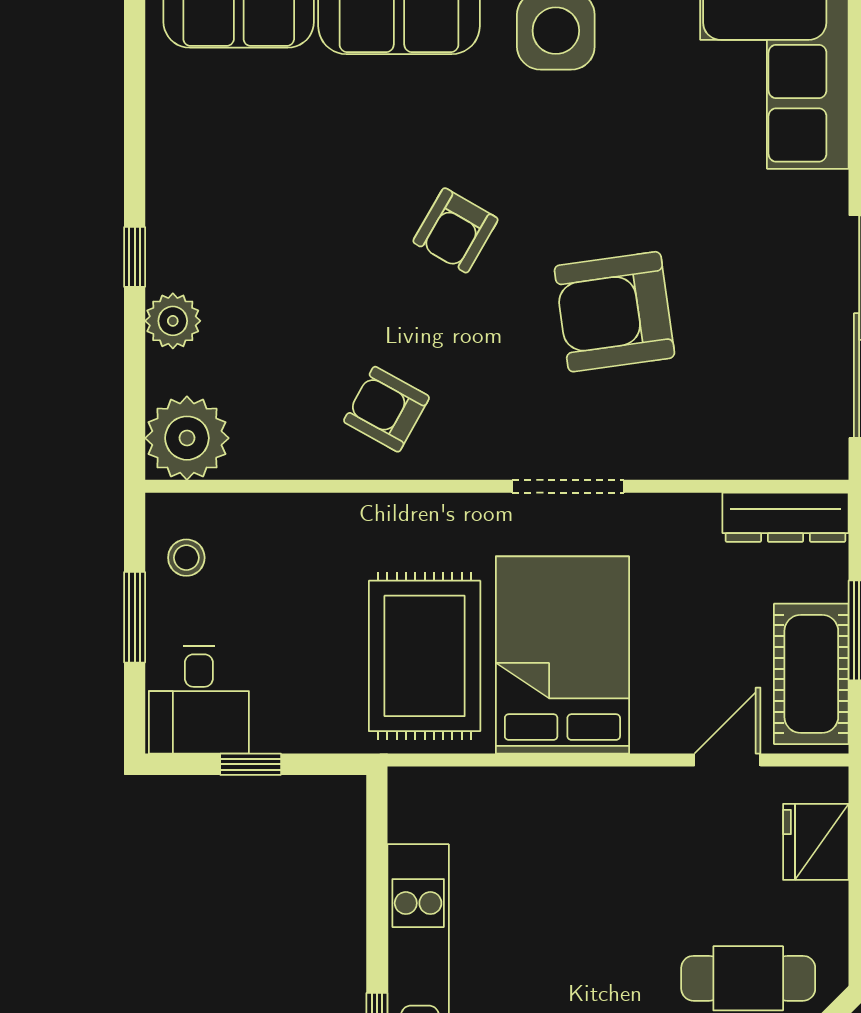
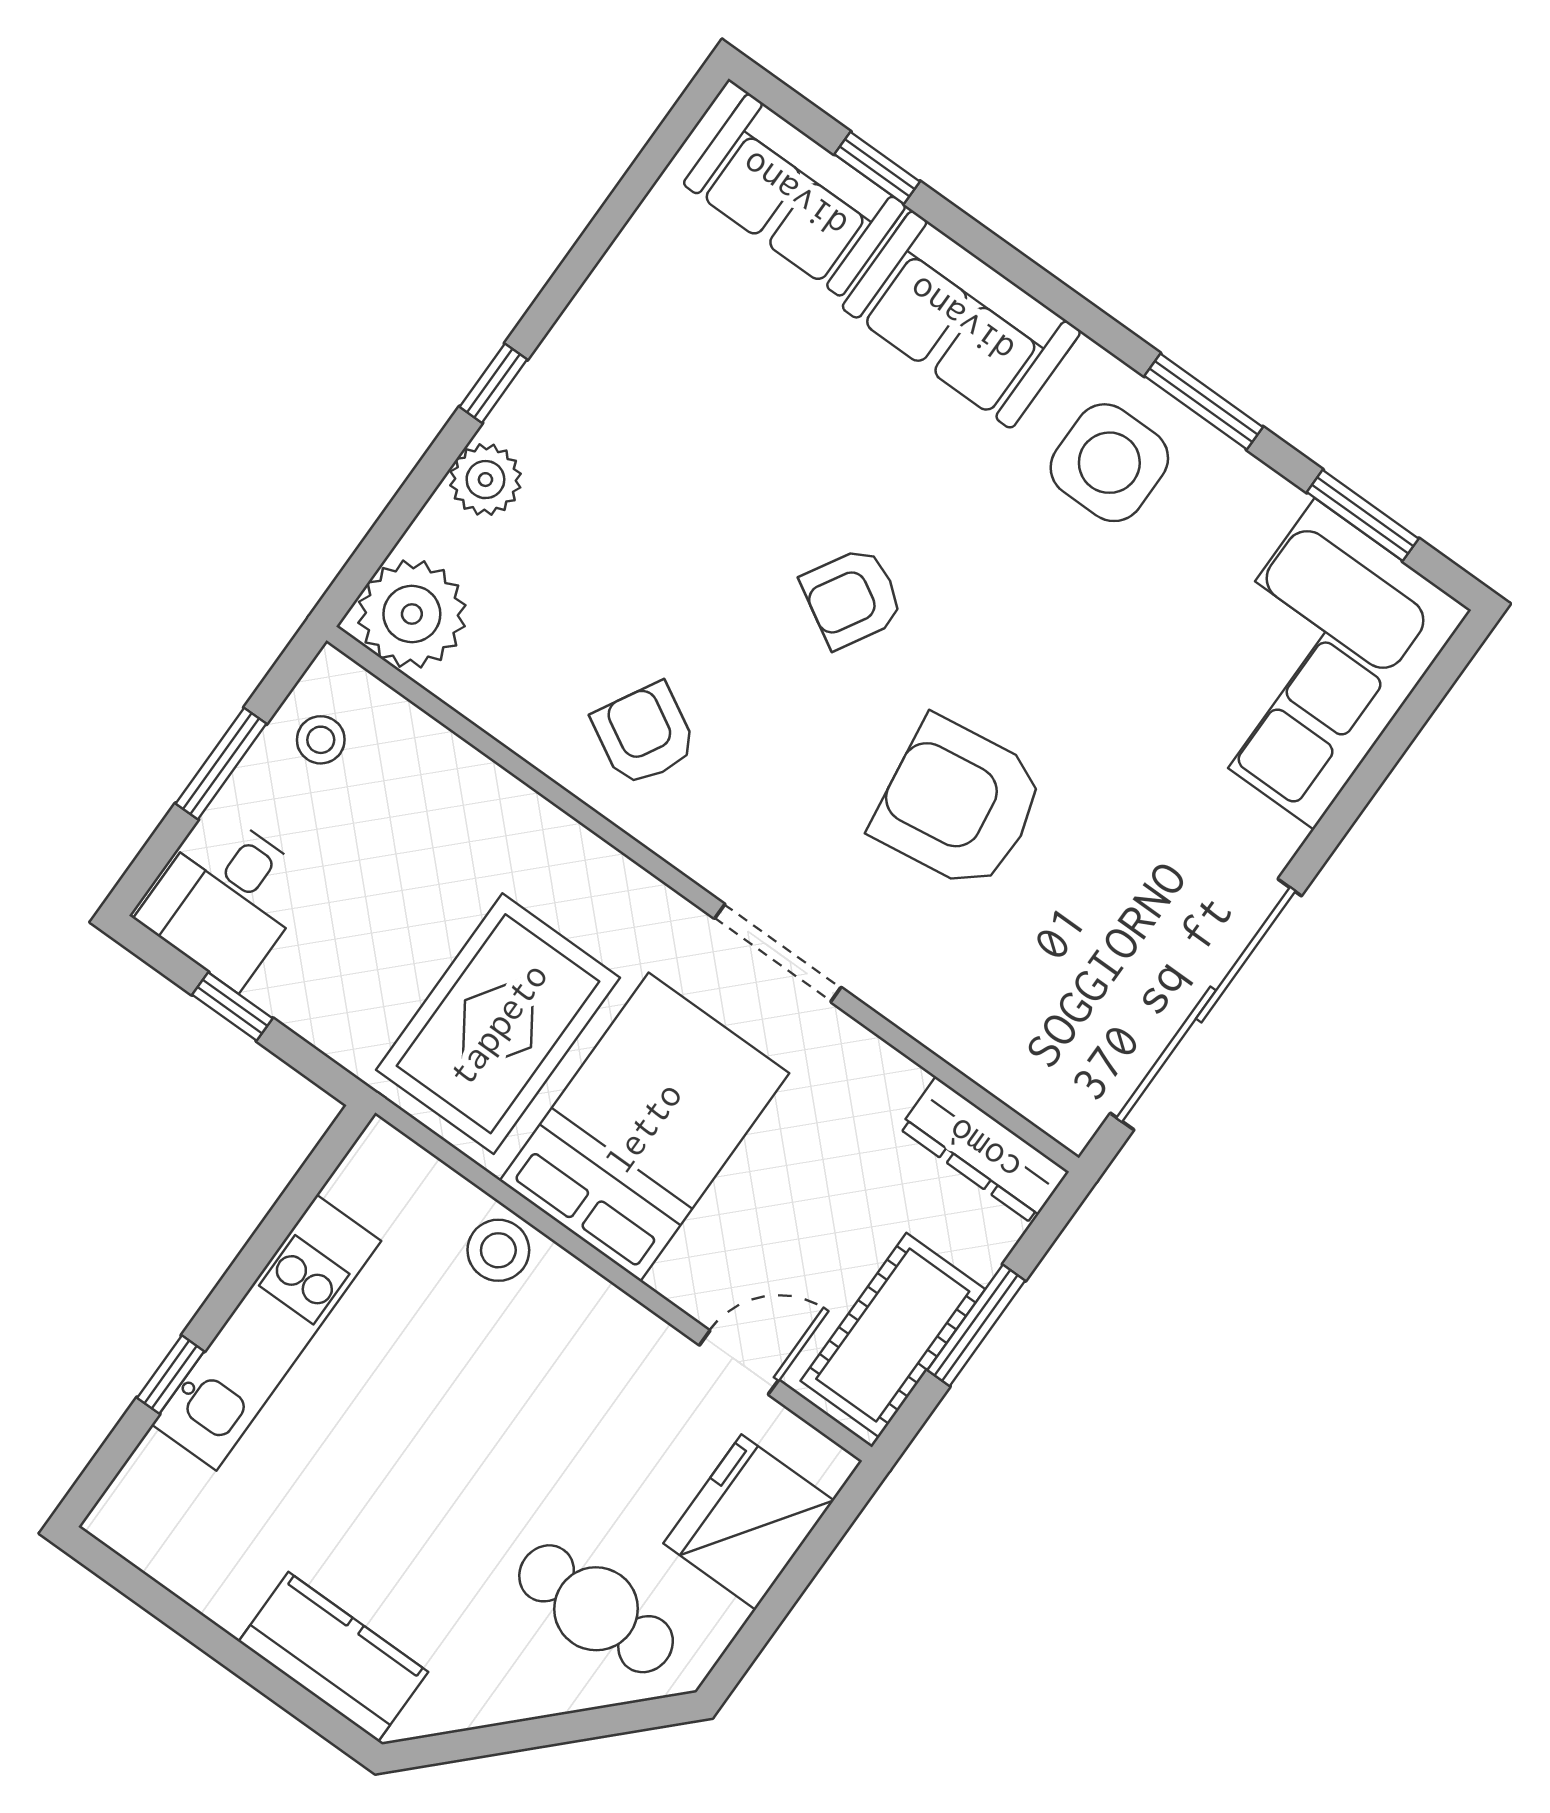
stool: (526, 798) -> (498, 1250), added
fridge: (816, 842) -> (749, 1522), width x1.36, depth x1.34

